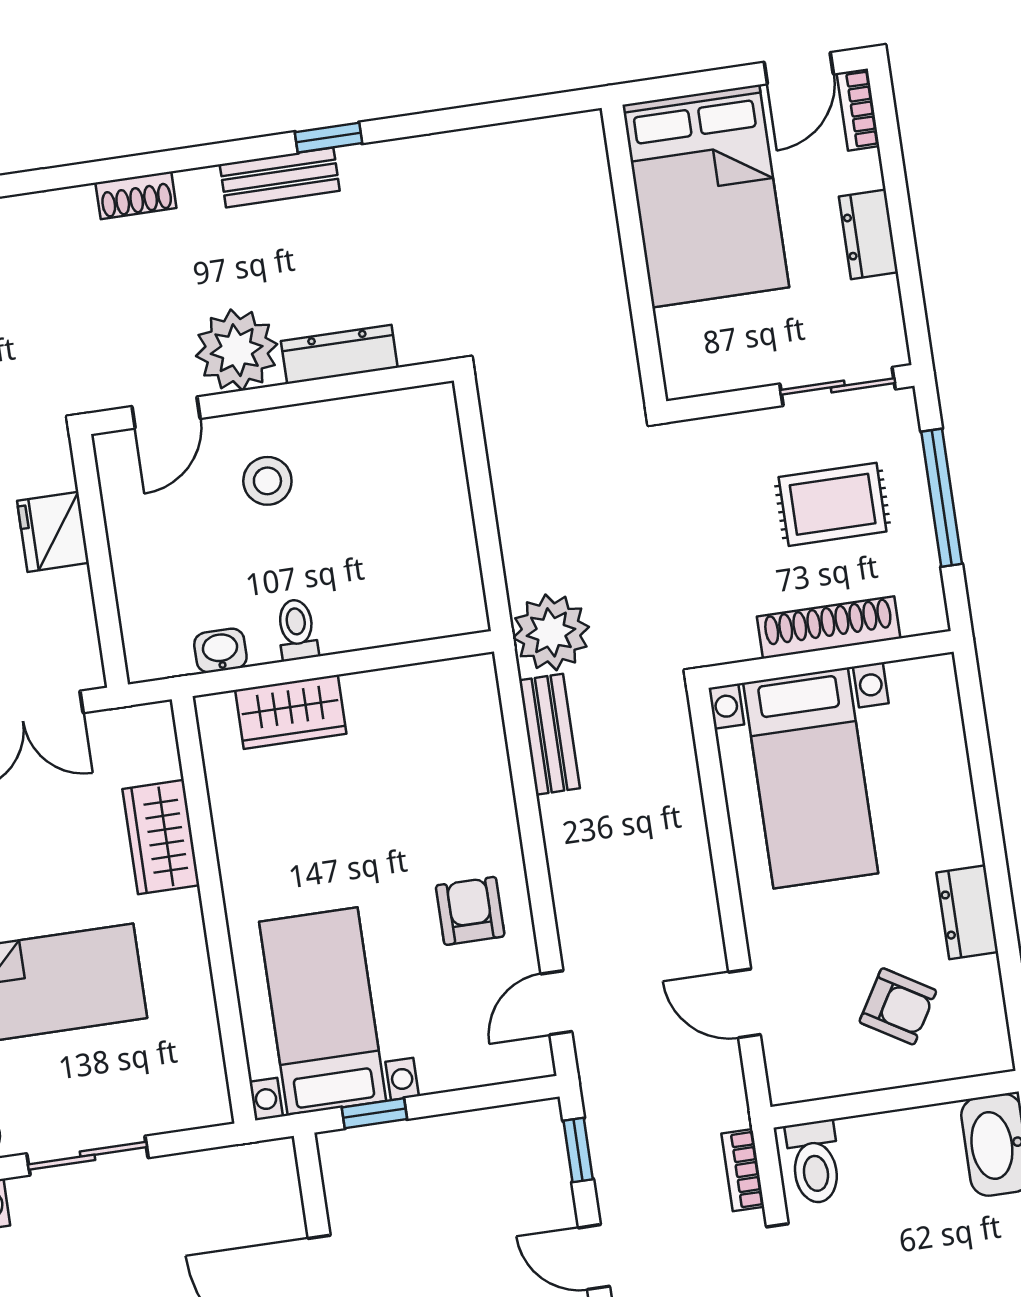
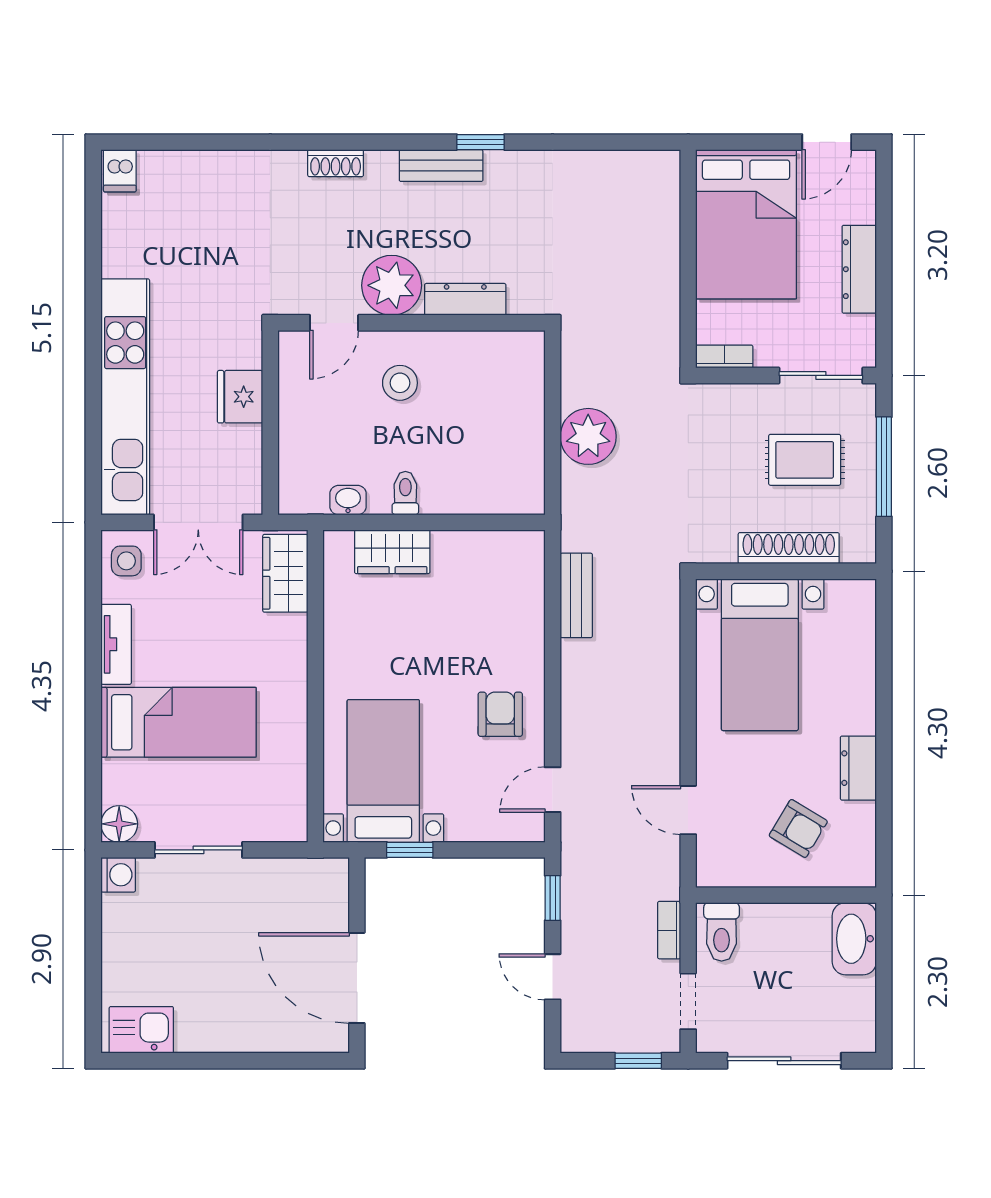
bookcase: (858, 110) -> (724, 357), moved, turned 90
dresser: (868, 234) -> (859, 269), width x1.44
plant: (551, 632) -> (588, 436), moved
wardrobe: (161, 837) -> (285, 573), moved

